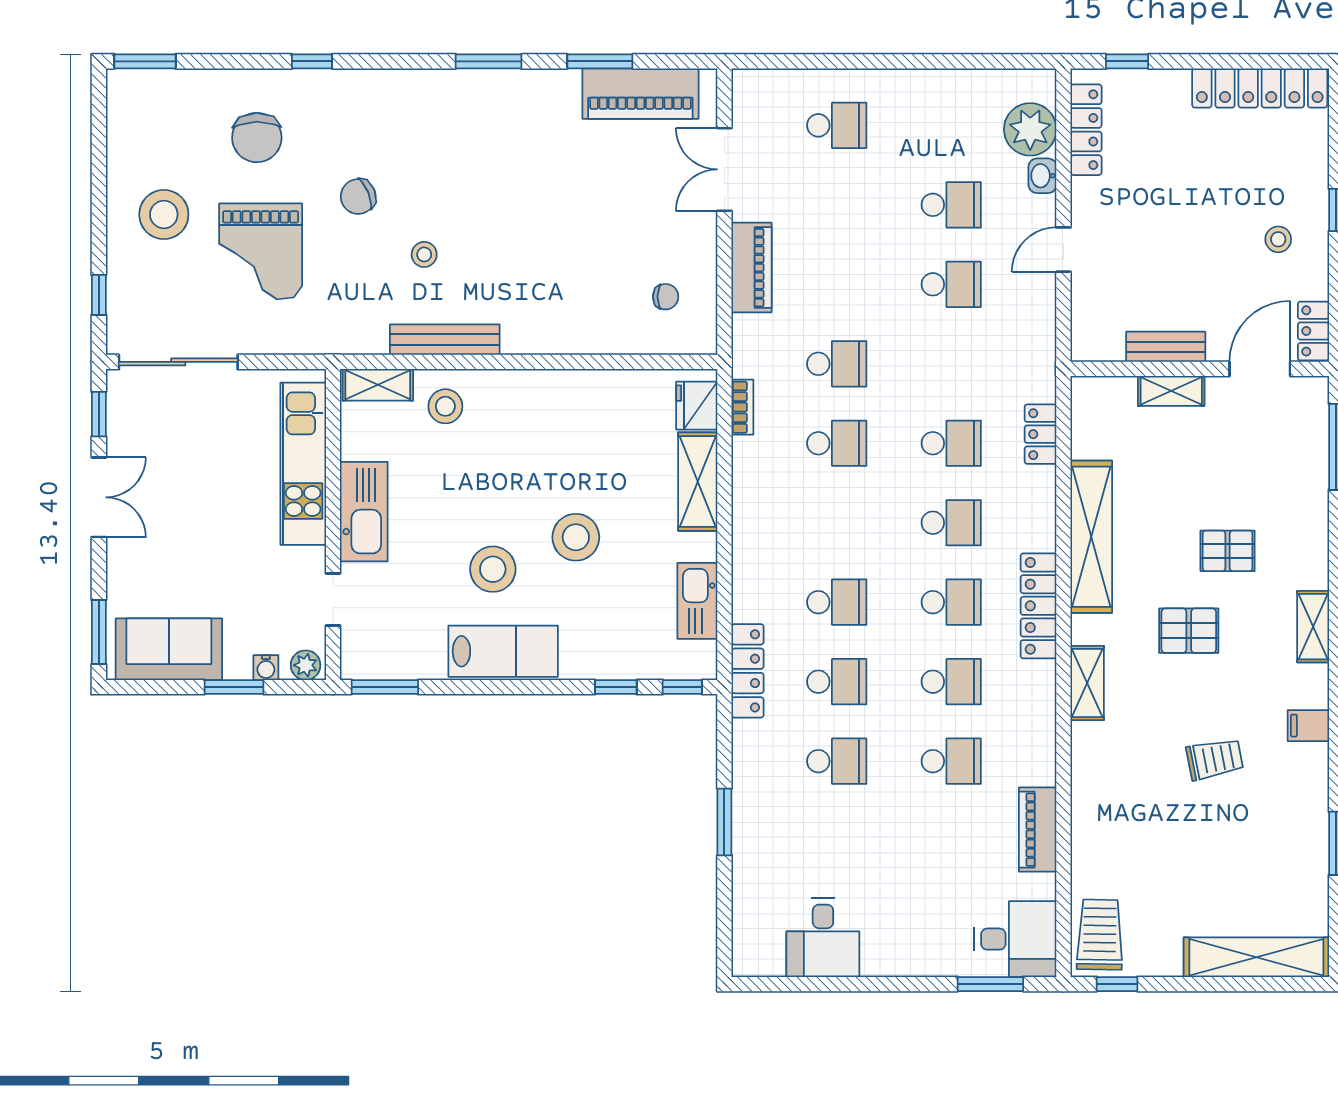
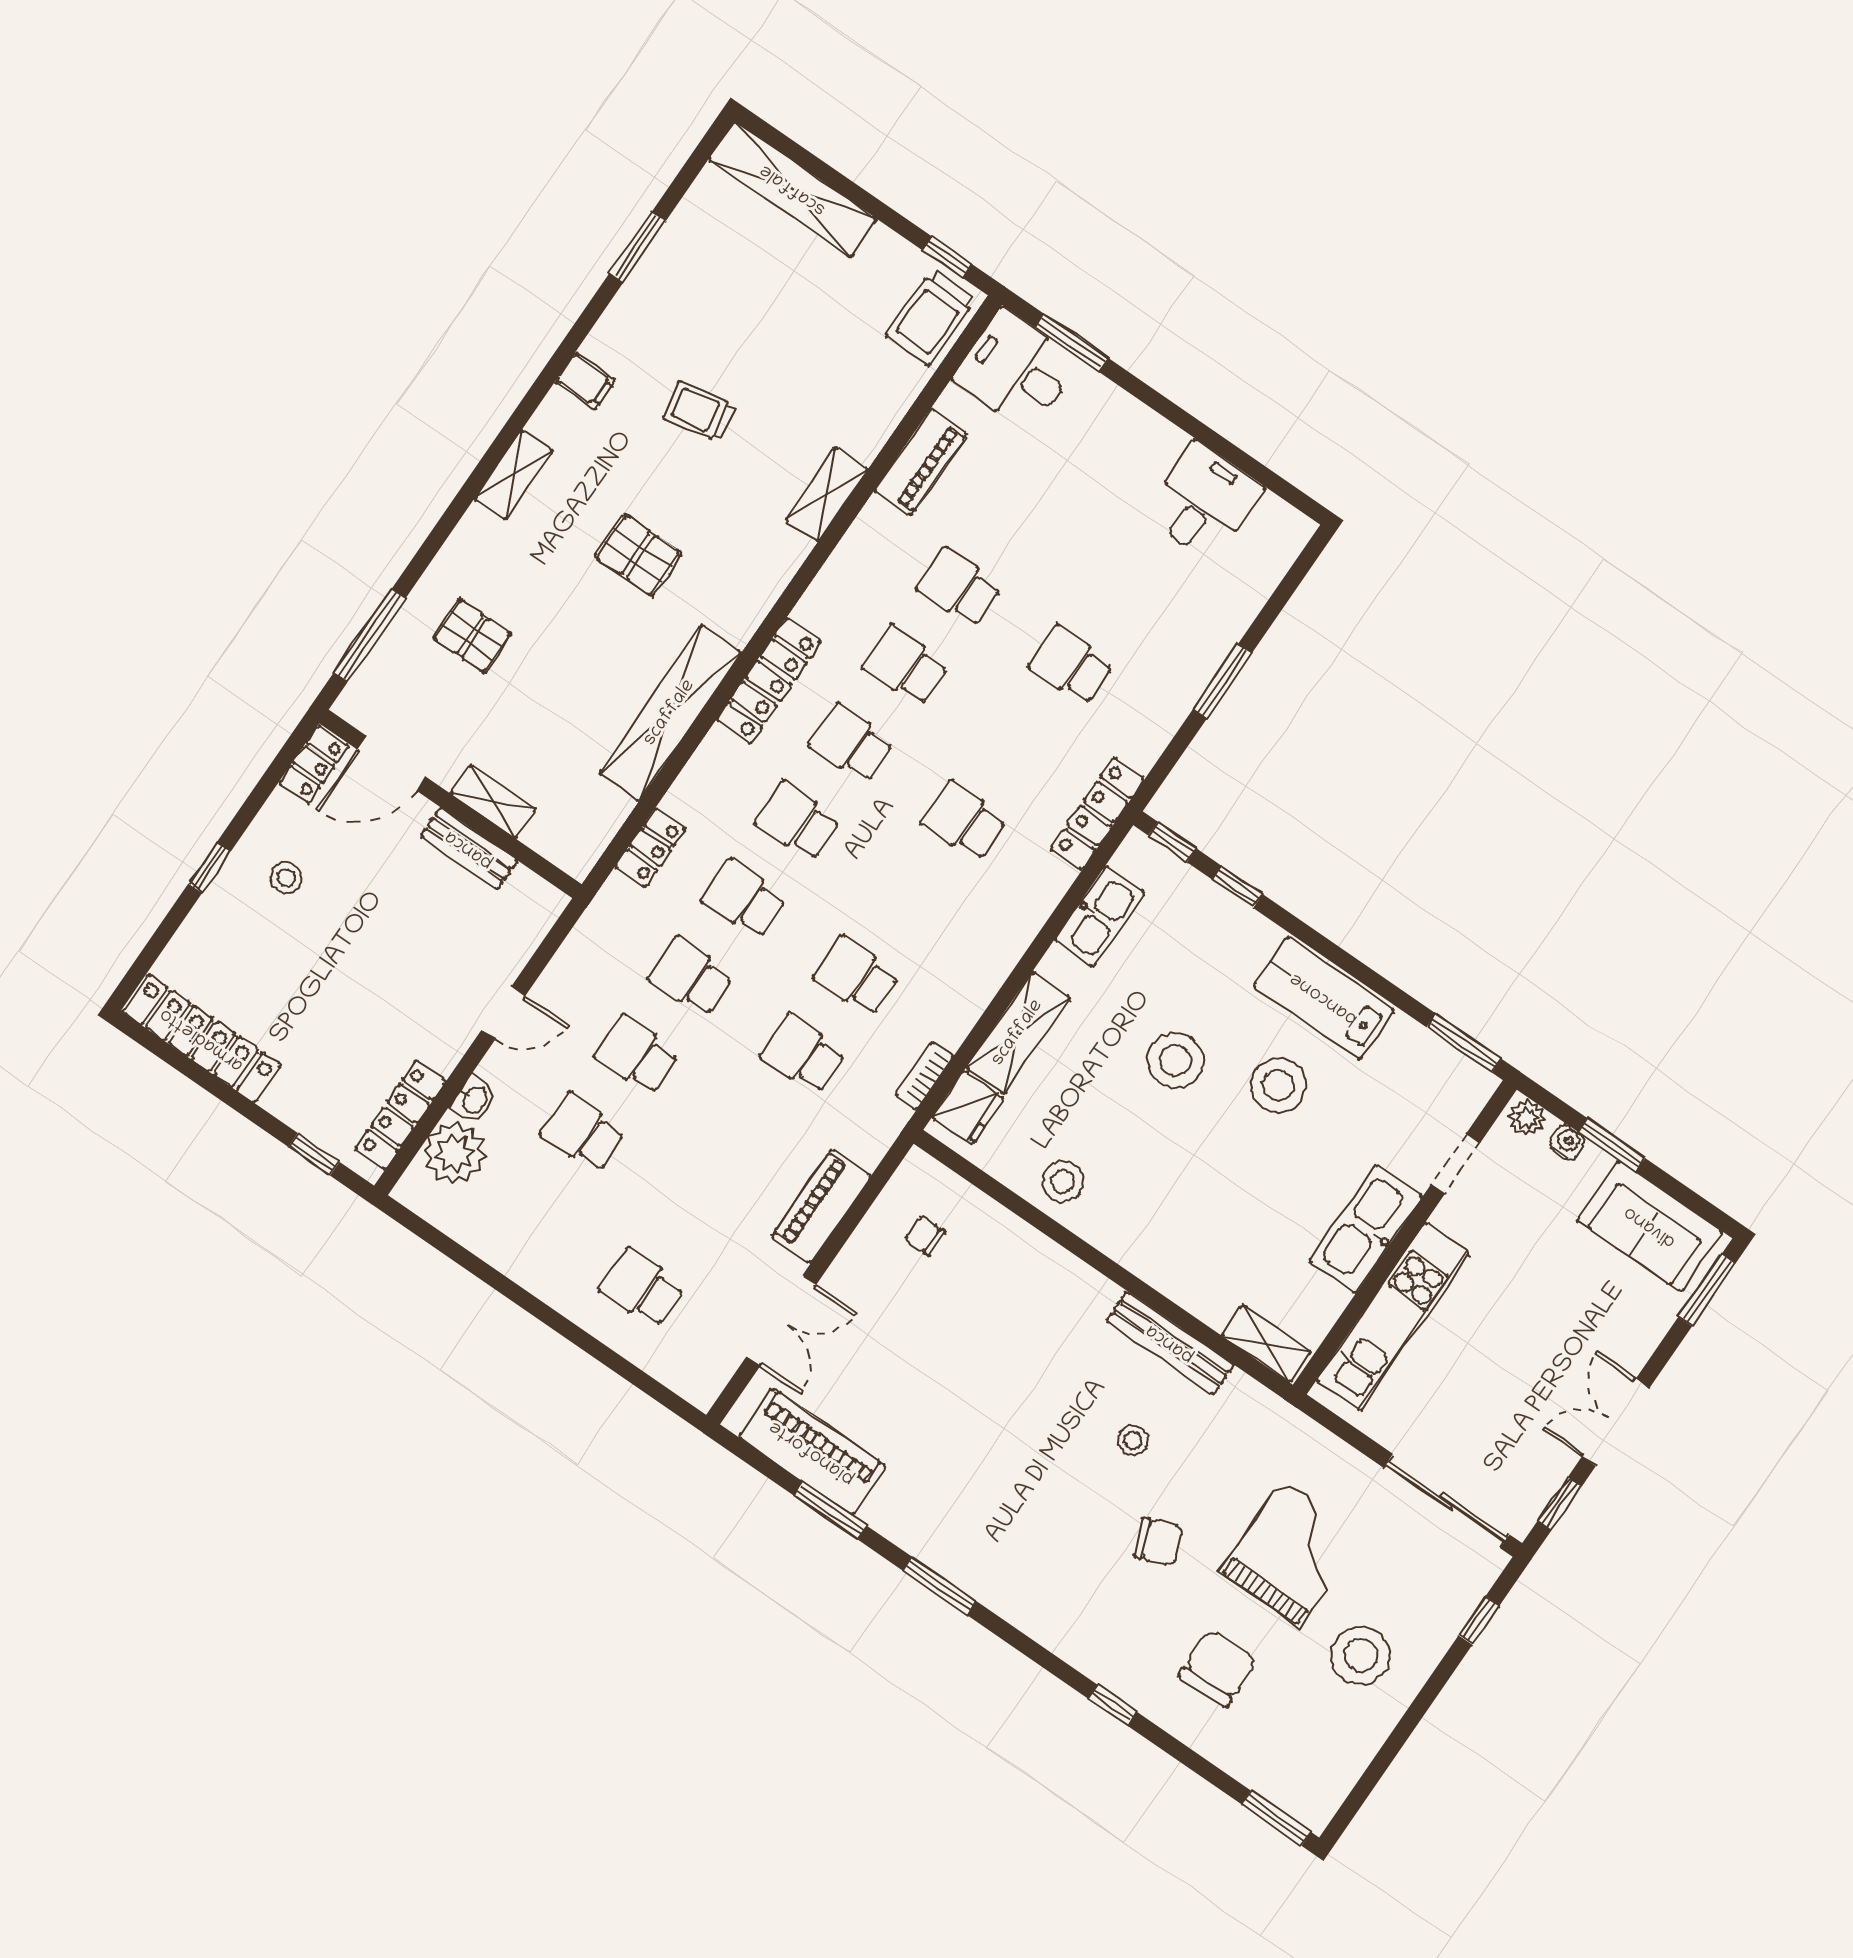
stool: (445, 406) -> (1063, 1181), moved
pallet: (1228, 551) -> (472, 636), moved
school desk: (837, 682) -> (691, 977), moved
shelving: (1087, 683) -> (827, 494), moved

